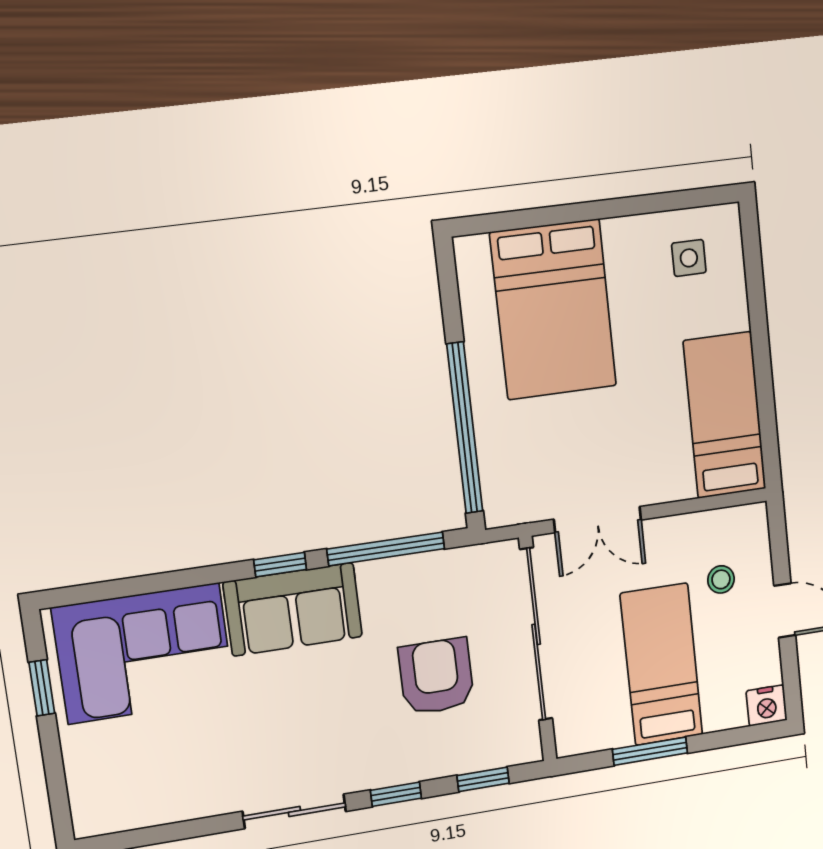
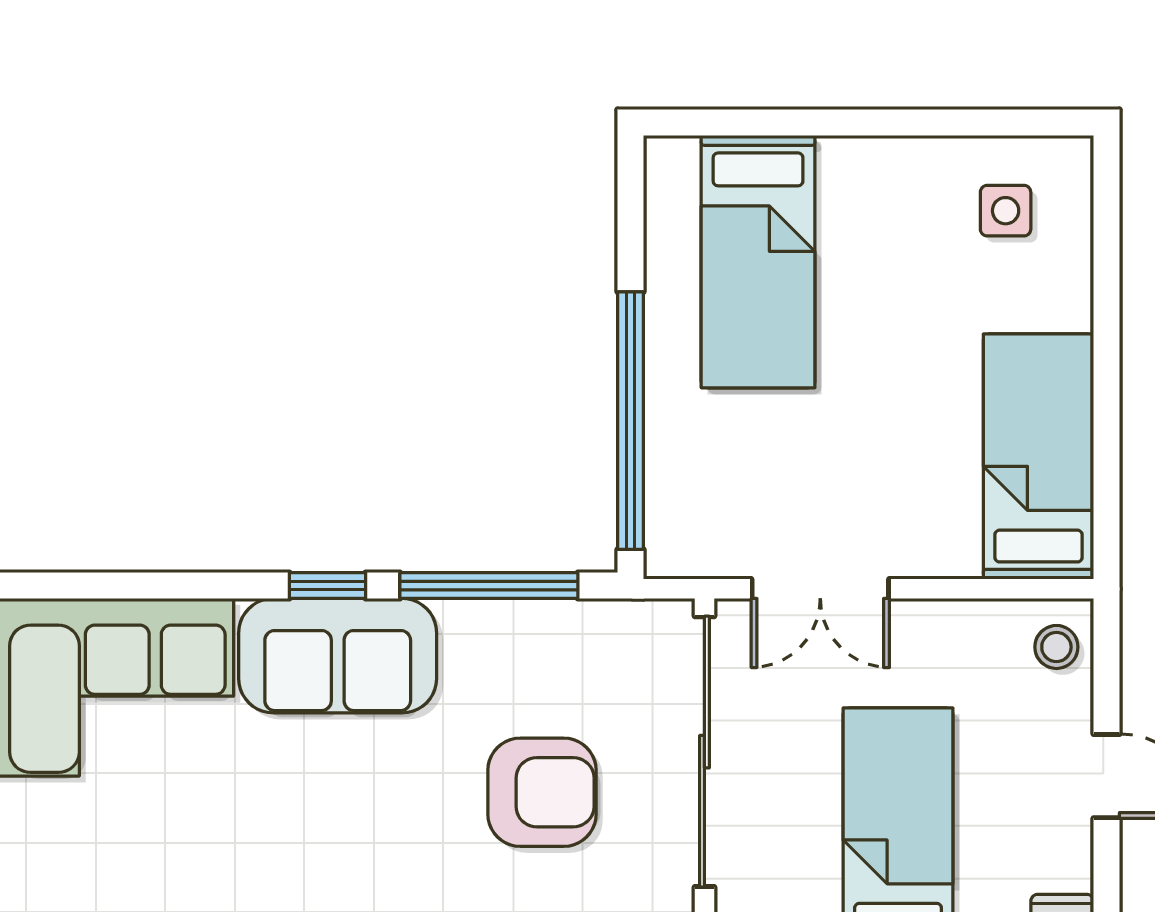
bed: (553, 309) -> (758, 262), width x0.67
stool: (721, 579) -> (1056, 647), moved
armchair: (436, 676) -> (542, 792), turned 90

